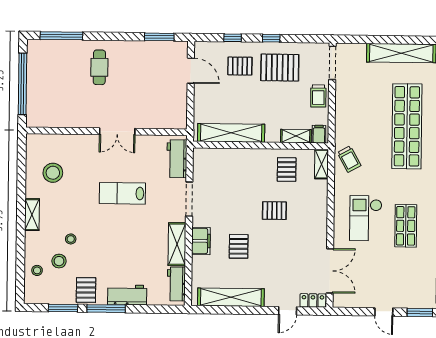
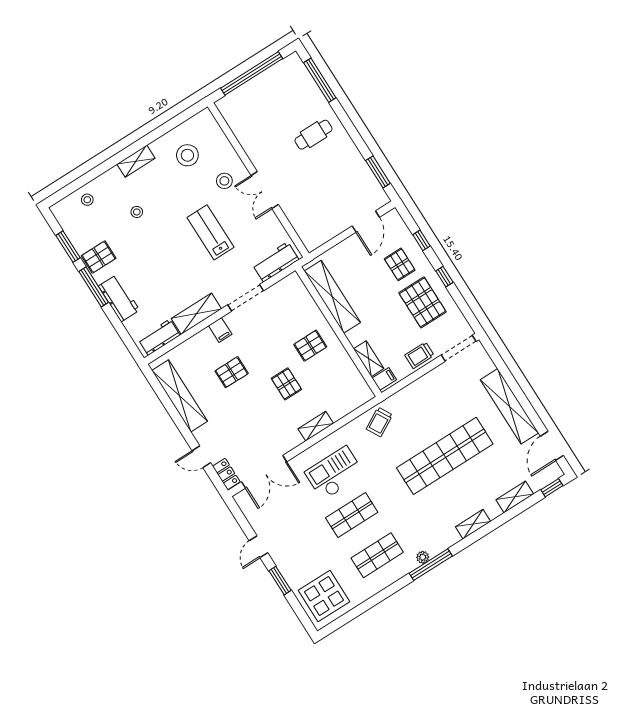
shelving: (321, 164) -> (316, 426), moved
pallet: (287, 170) -> (310, 346), moved
filing cabinet: (201, 241) -> (220, 330), width x0.50
stool: (59, 261) -> (224, 181), moved

